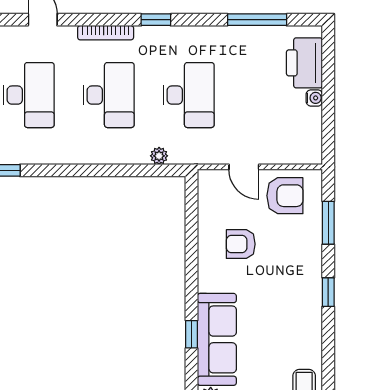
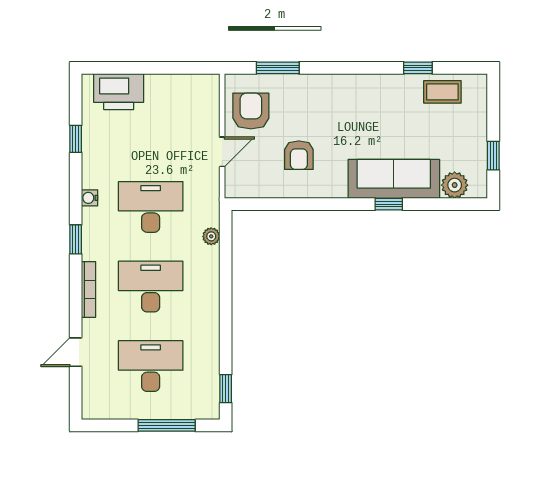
window: (257, 20) -> (76, 139), width x0.46
water cooler: (314, 98) -> (90, 198), moved, turned -90
window: (328, 292) -> (418, 68), moved

